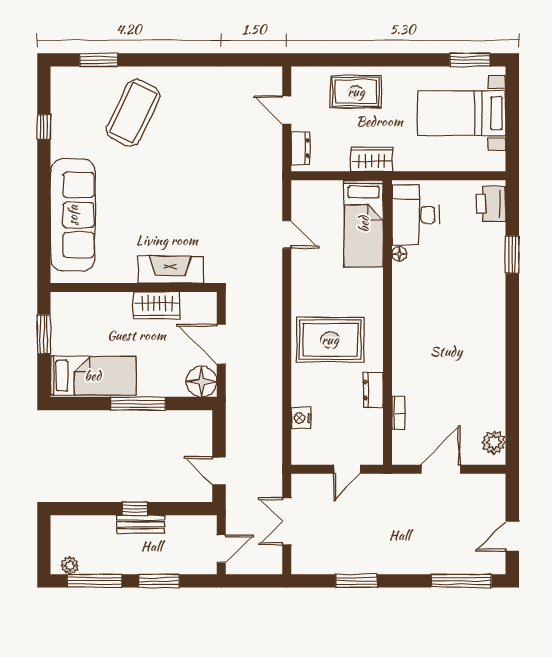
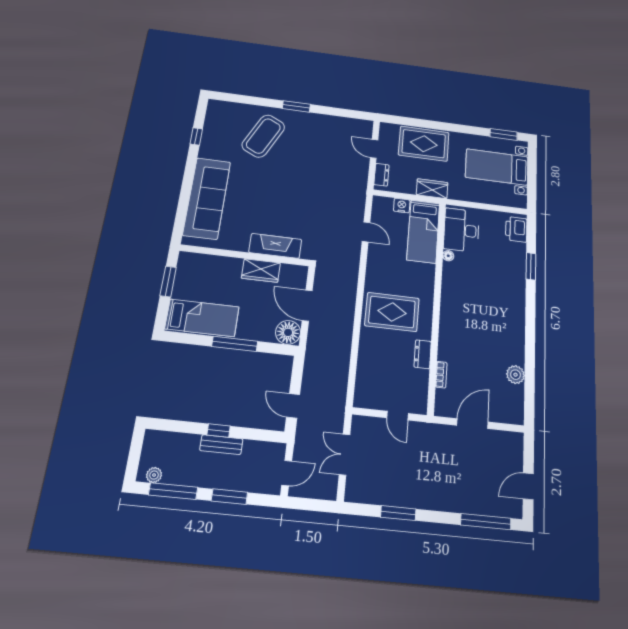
window: (99, 60) -> (296, 106), moved
rug: (356, 92) -> (424, 144), width x1.36, depth x1.43
nightstand: (301, 418) -> (402, 206), moved, turned 90
plant: (494, 442) -> (515, 375), moved
door: (347, 469) -> (398, 416), hinge flipped

